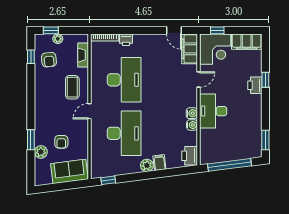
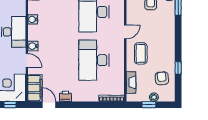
window: (51, 30) -> (149, 105), moved
printer: (126, 40) -> (65, 96), moved
window: (31, 57) -> (178, 68), moved
door: (199, 80) -> (27, 60), swing flipped
water cooler: (192, 113) -> (33, 46), moved

